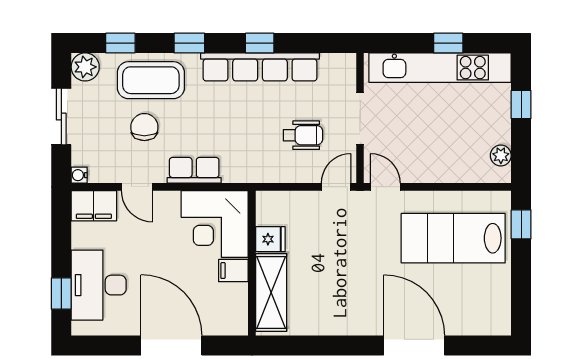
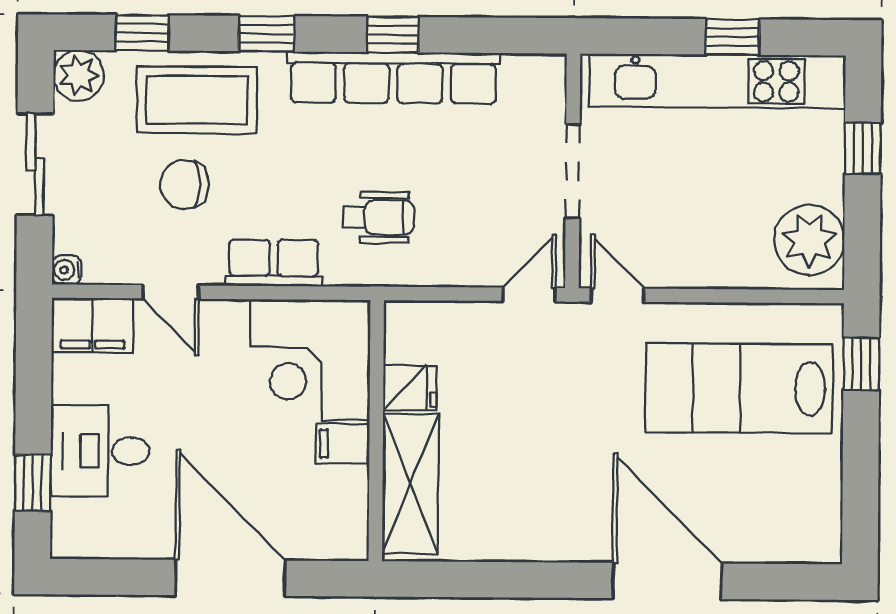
chair: (144, 127) -> (184, 184), turned -90
wheelchair: (303, 135) -> (379, 217), moved
plant: (501, 155) -> (809, 240), width x1.88, depth x1.88
desk: (99, 285) -> (100, 451), width x0.73

